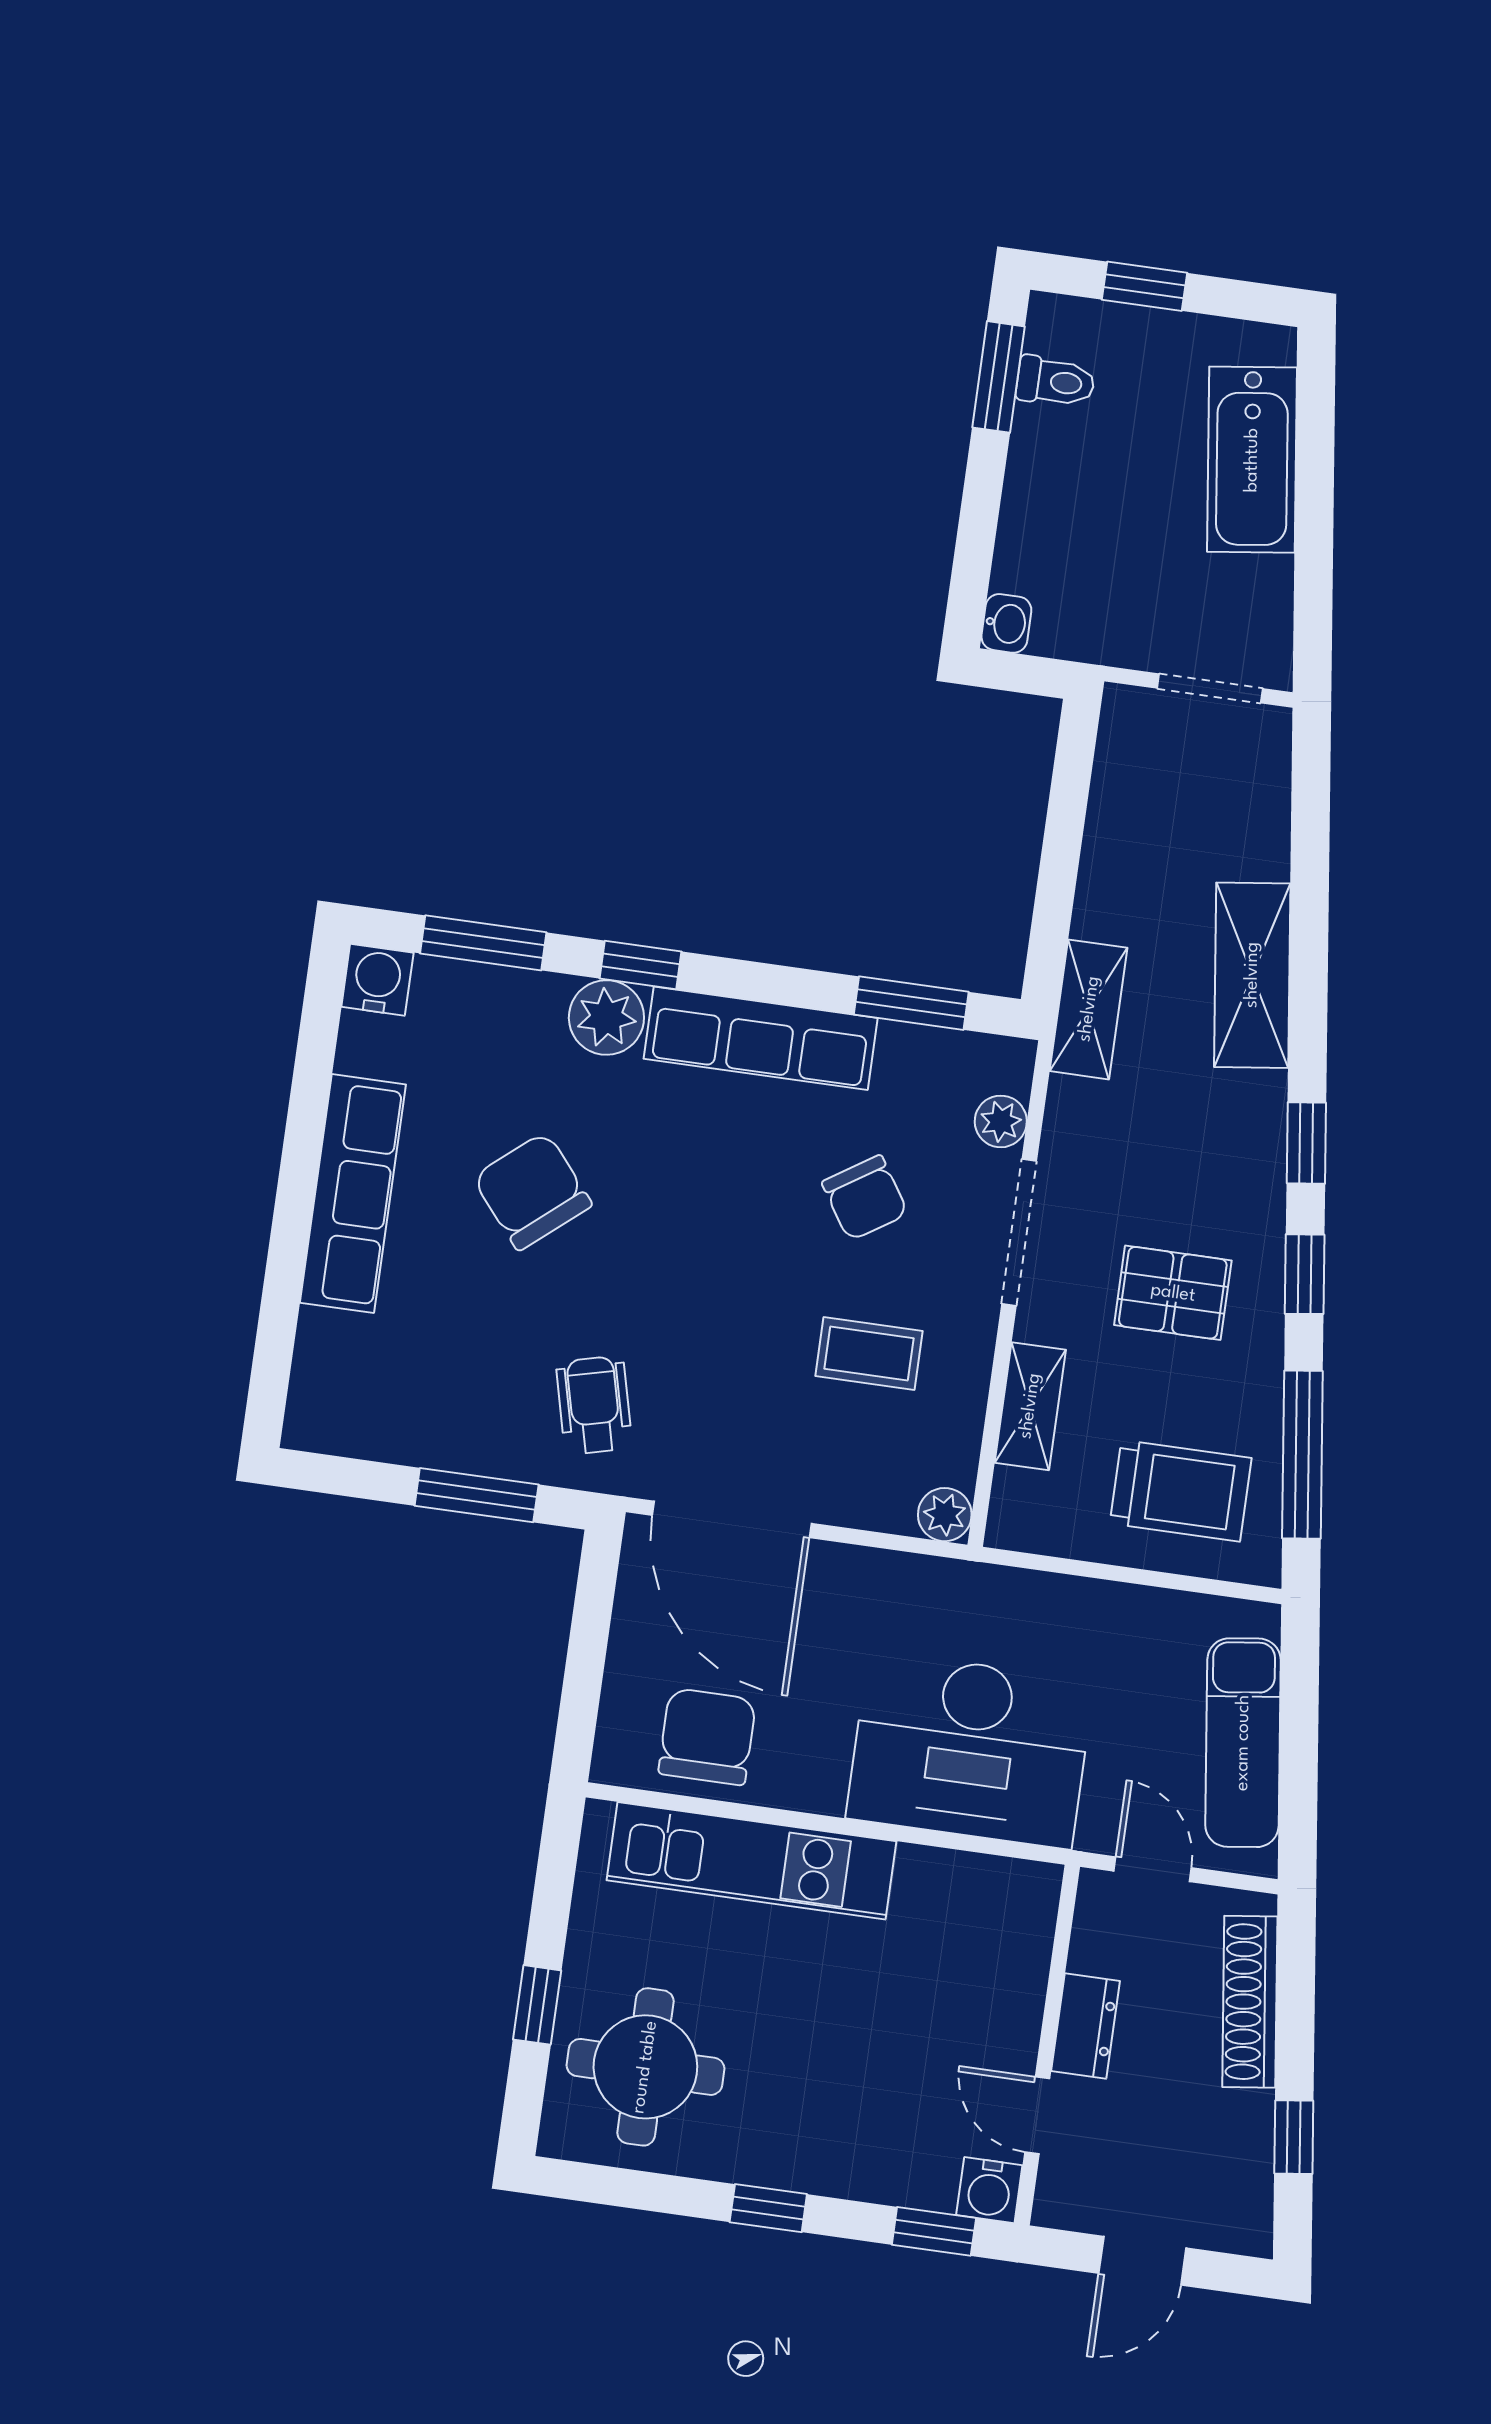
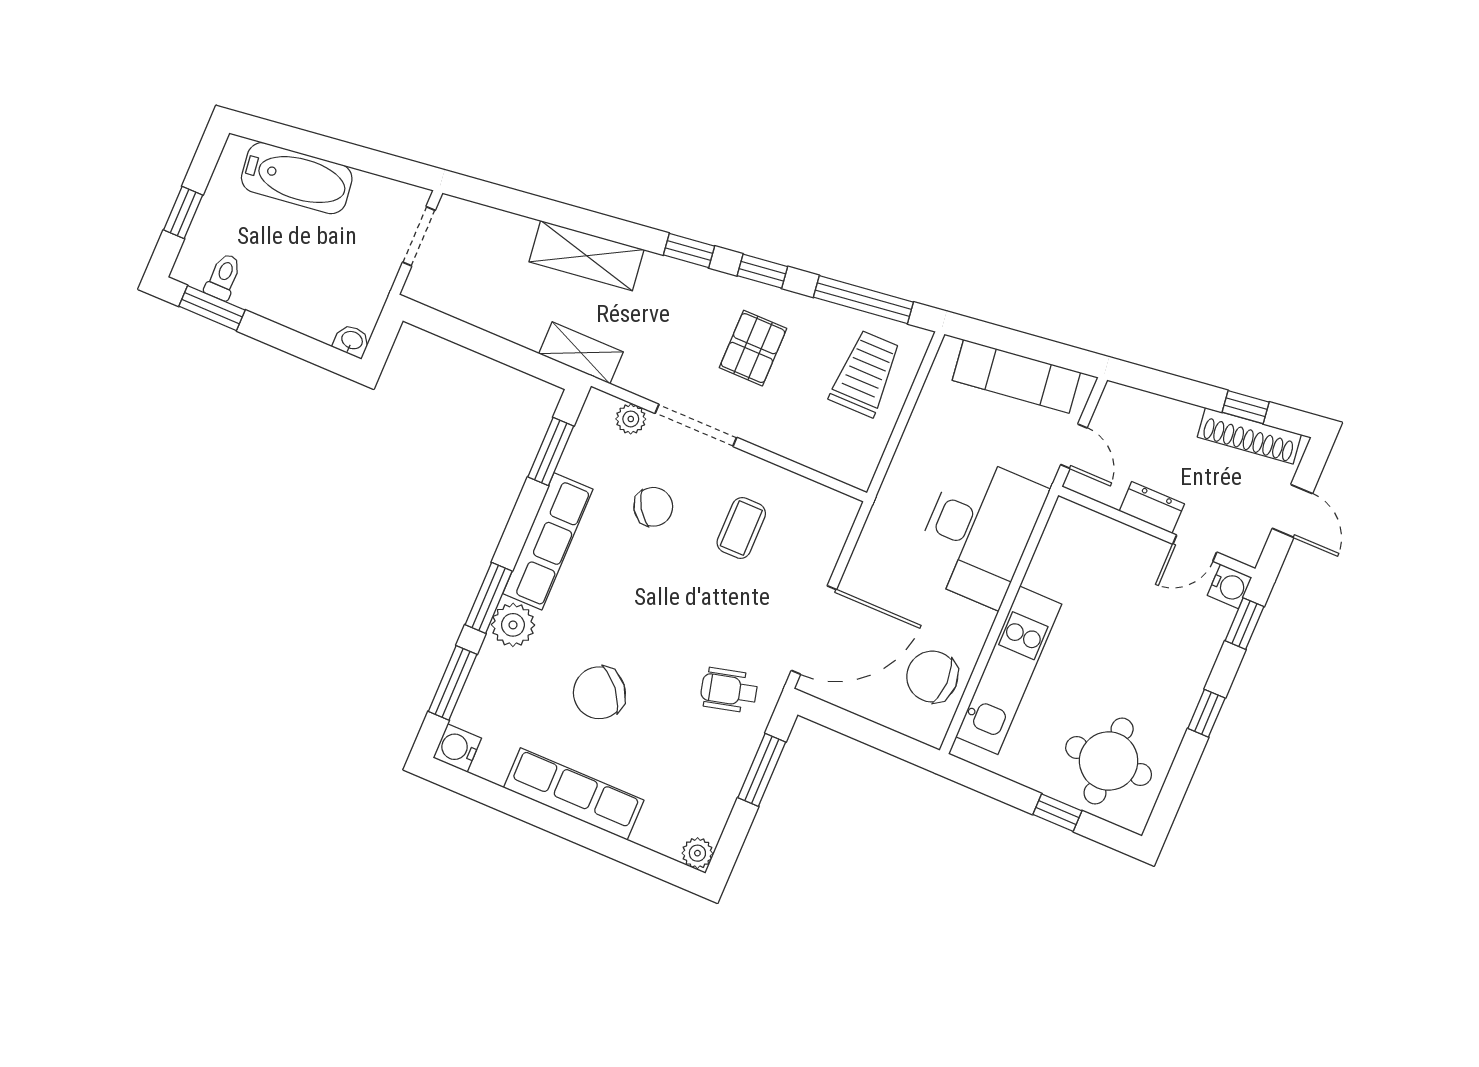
window: (640, 965) -> (489, 598), width x1.50
shelving: (1030, 1406) -> (795, 445), removed
plant: (945, 1515) -> (697, 853), moved
door: (1153, 1869) -> (1074, 446), swing flipped
shoe rack: (1250, 2002) -> (1249, 436), moved

